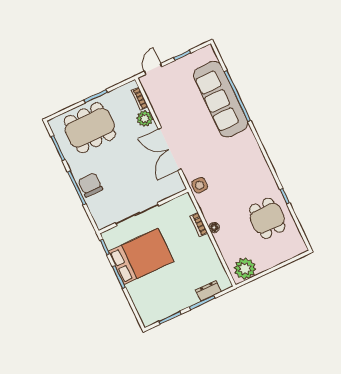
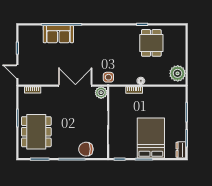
sofa: (221, 99) -> (58, 34), width x0.54, depth x0.79
plant: (145, 119) -> (101, 93), moved
double door: (170, 149) -> (75, 86), swing flipped
chair: (90, 185) -> (86, 149), moved
dining table: (267, 218) -> (151, 43), turned 90
bed: (141, 256) -> (151, 138), moved
dresser: (208, 291) -> (181, 150), moved

